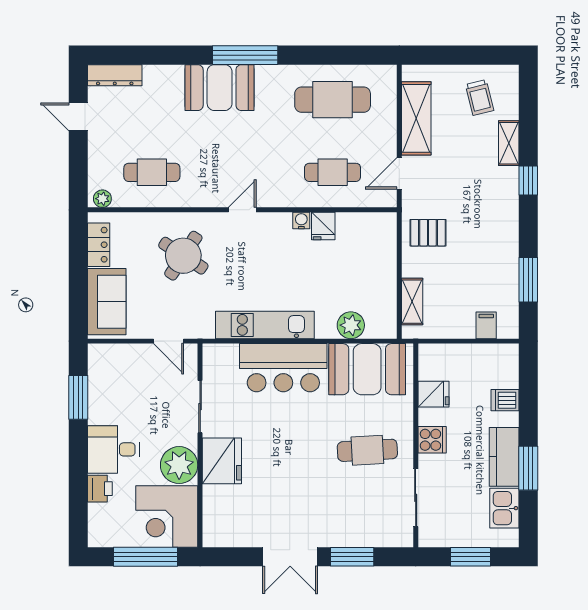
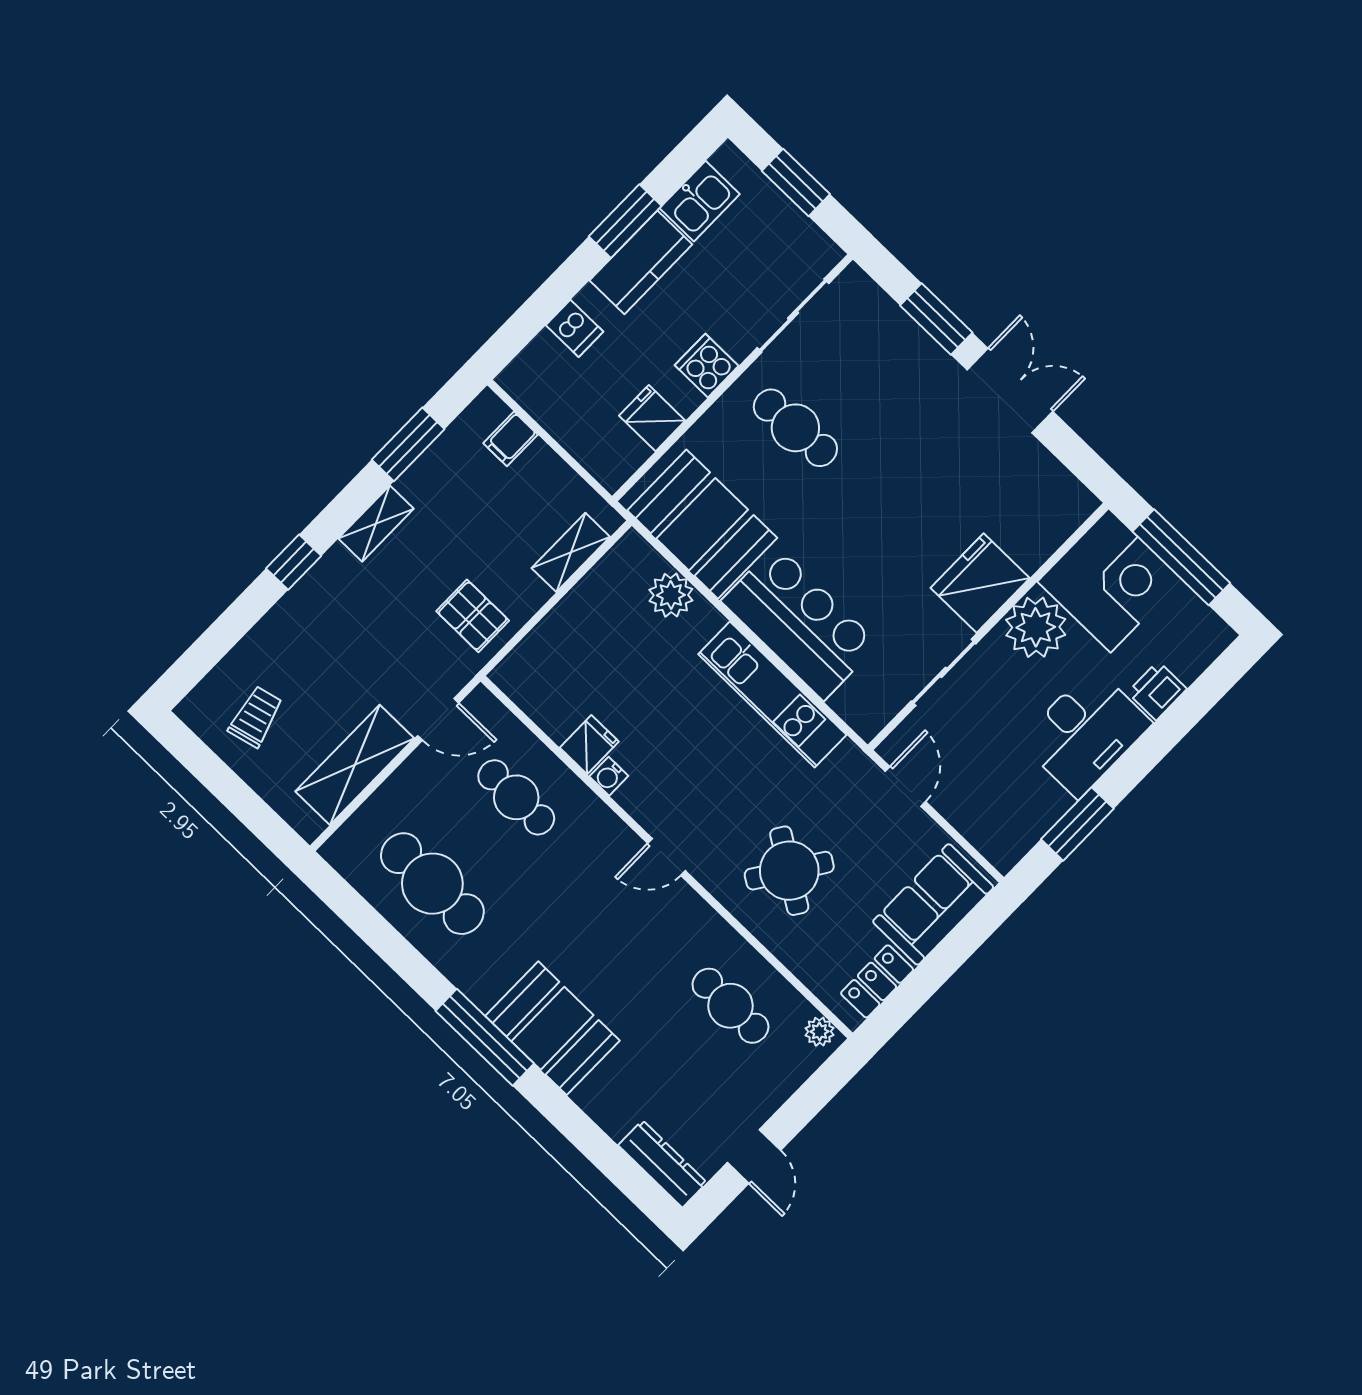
shelving: (509, 143) -> (376, 524), moved
desk: (113, 449) -> (1085, 732), width x1.37

